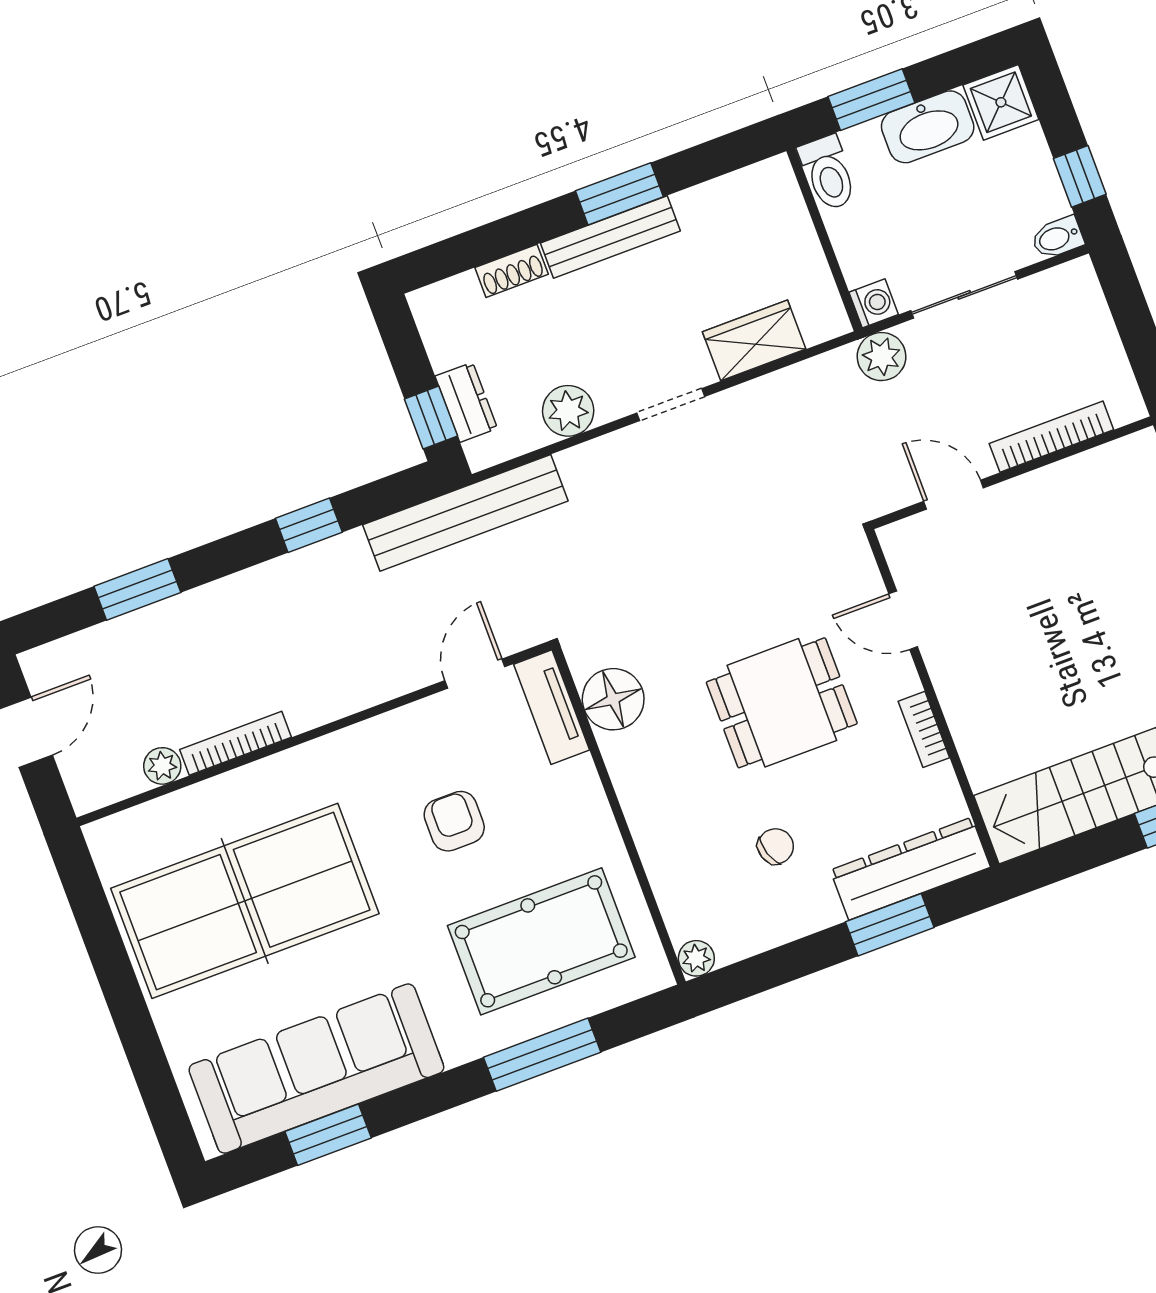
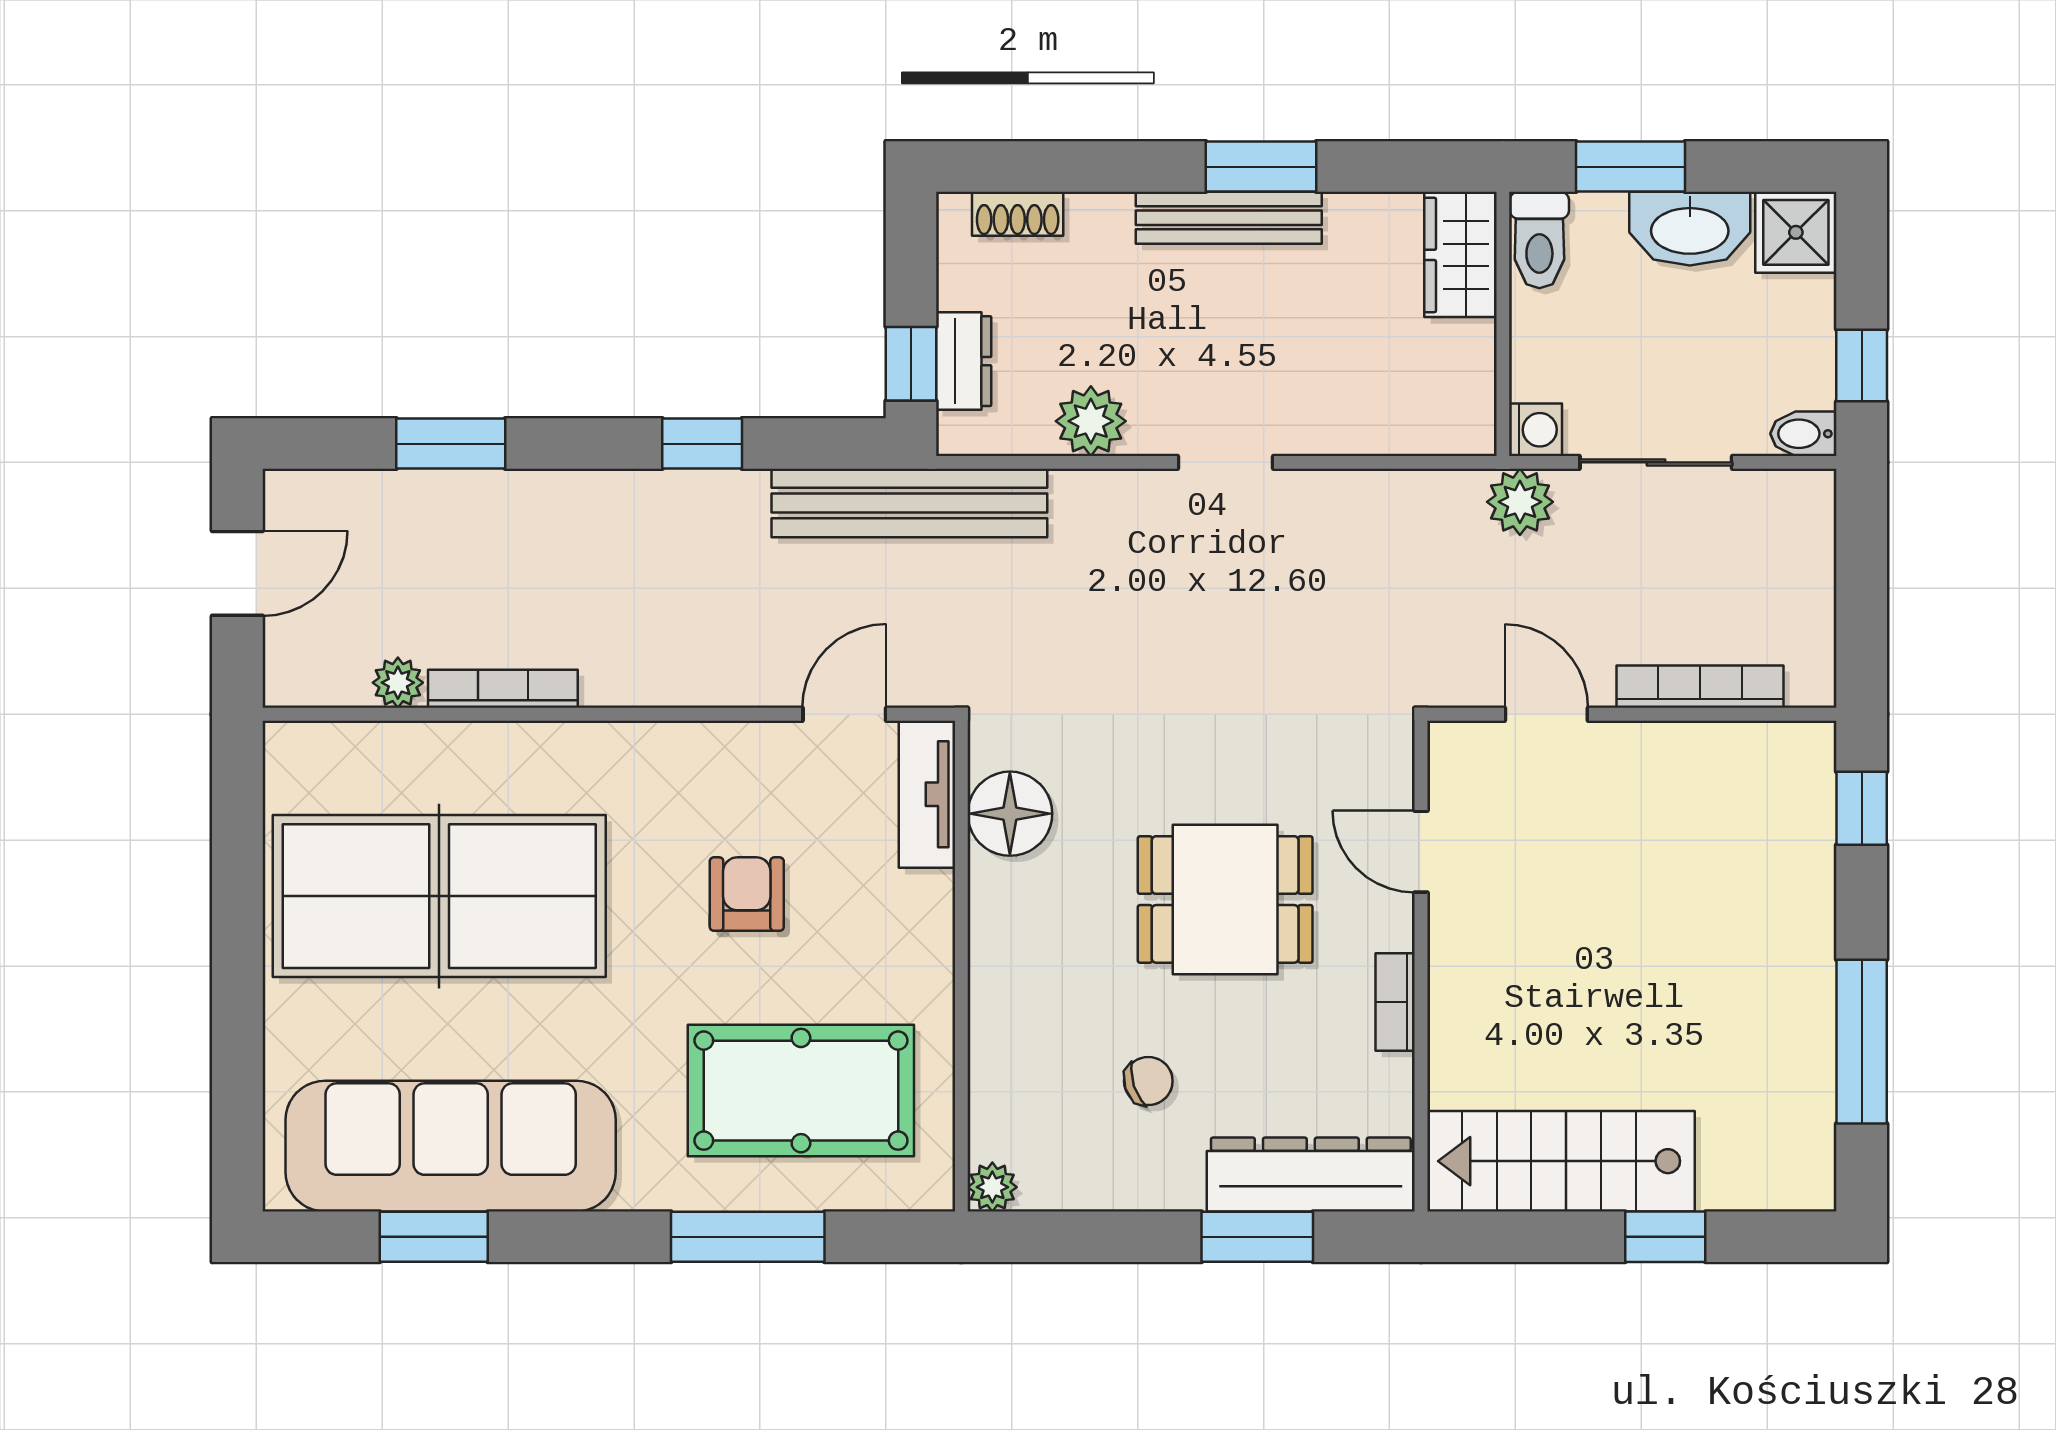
shoe rack: (512, 271) -> (1018, 214), moved
wardrobe: (754, 340) -> (1460, 255), moved, turned -90

